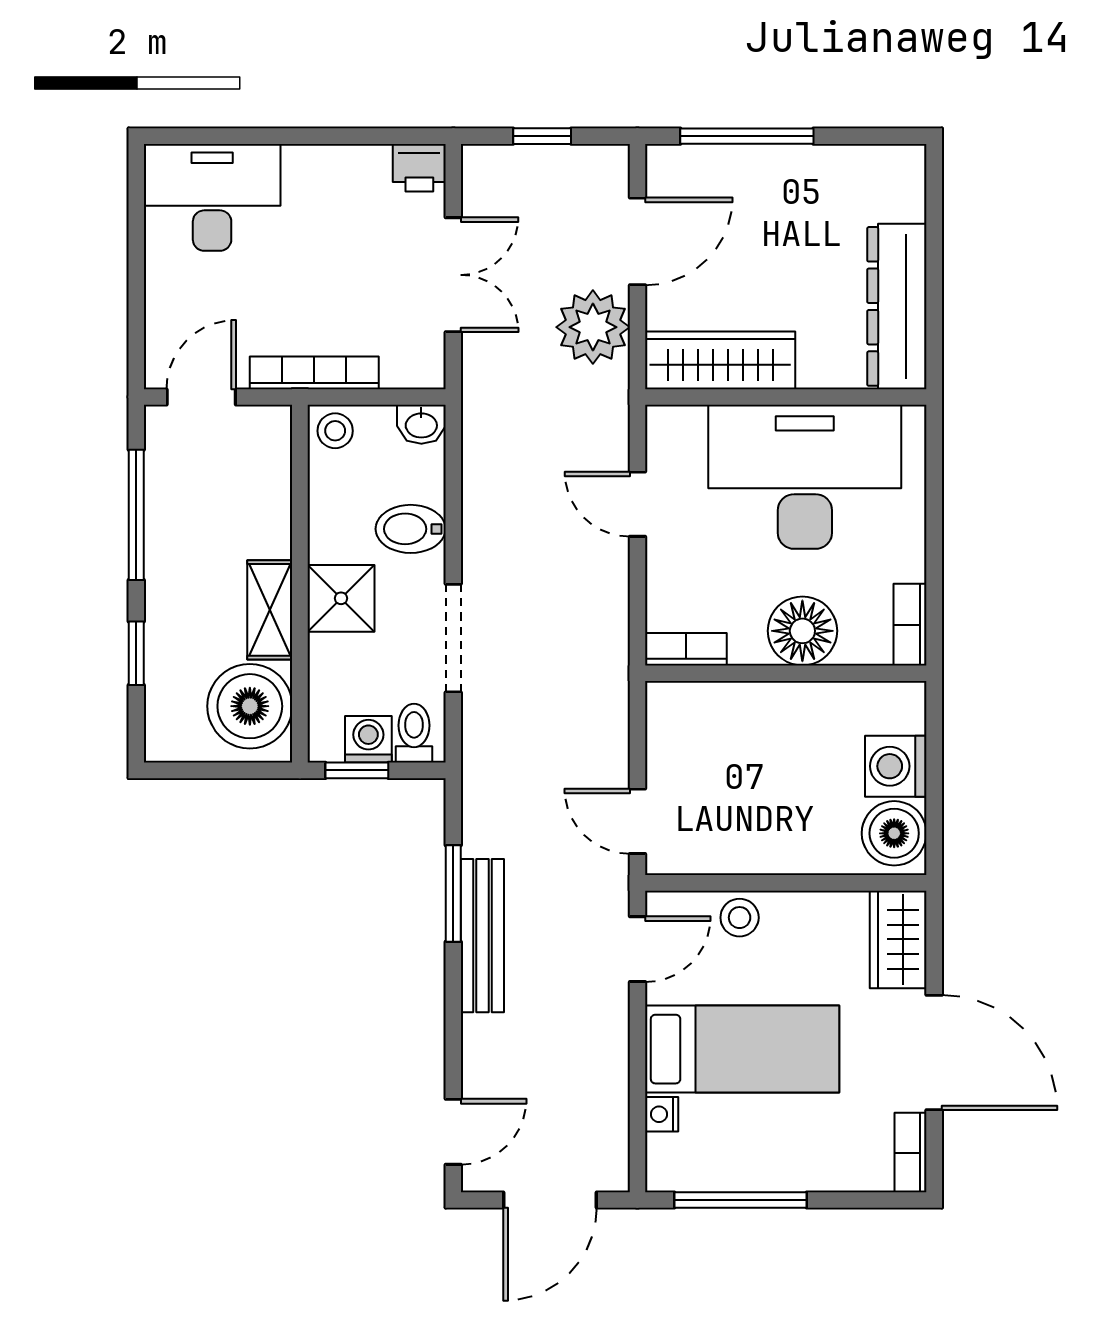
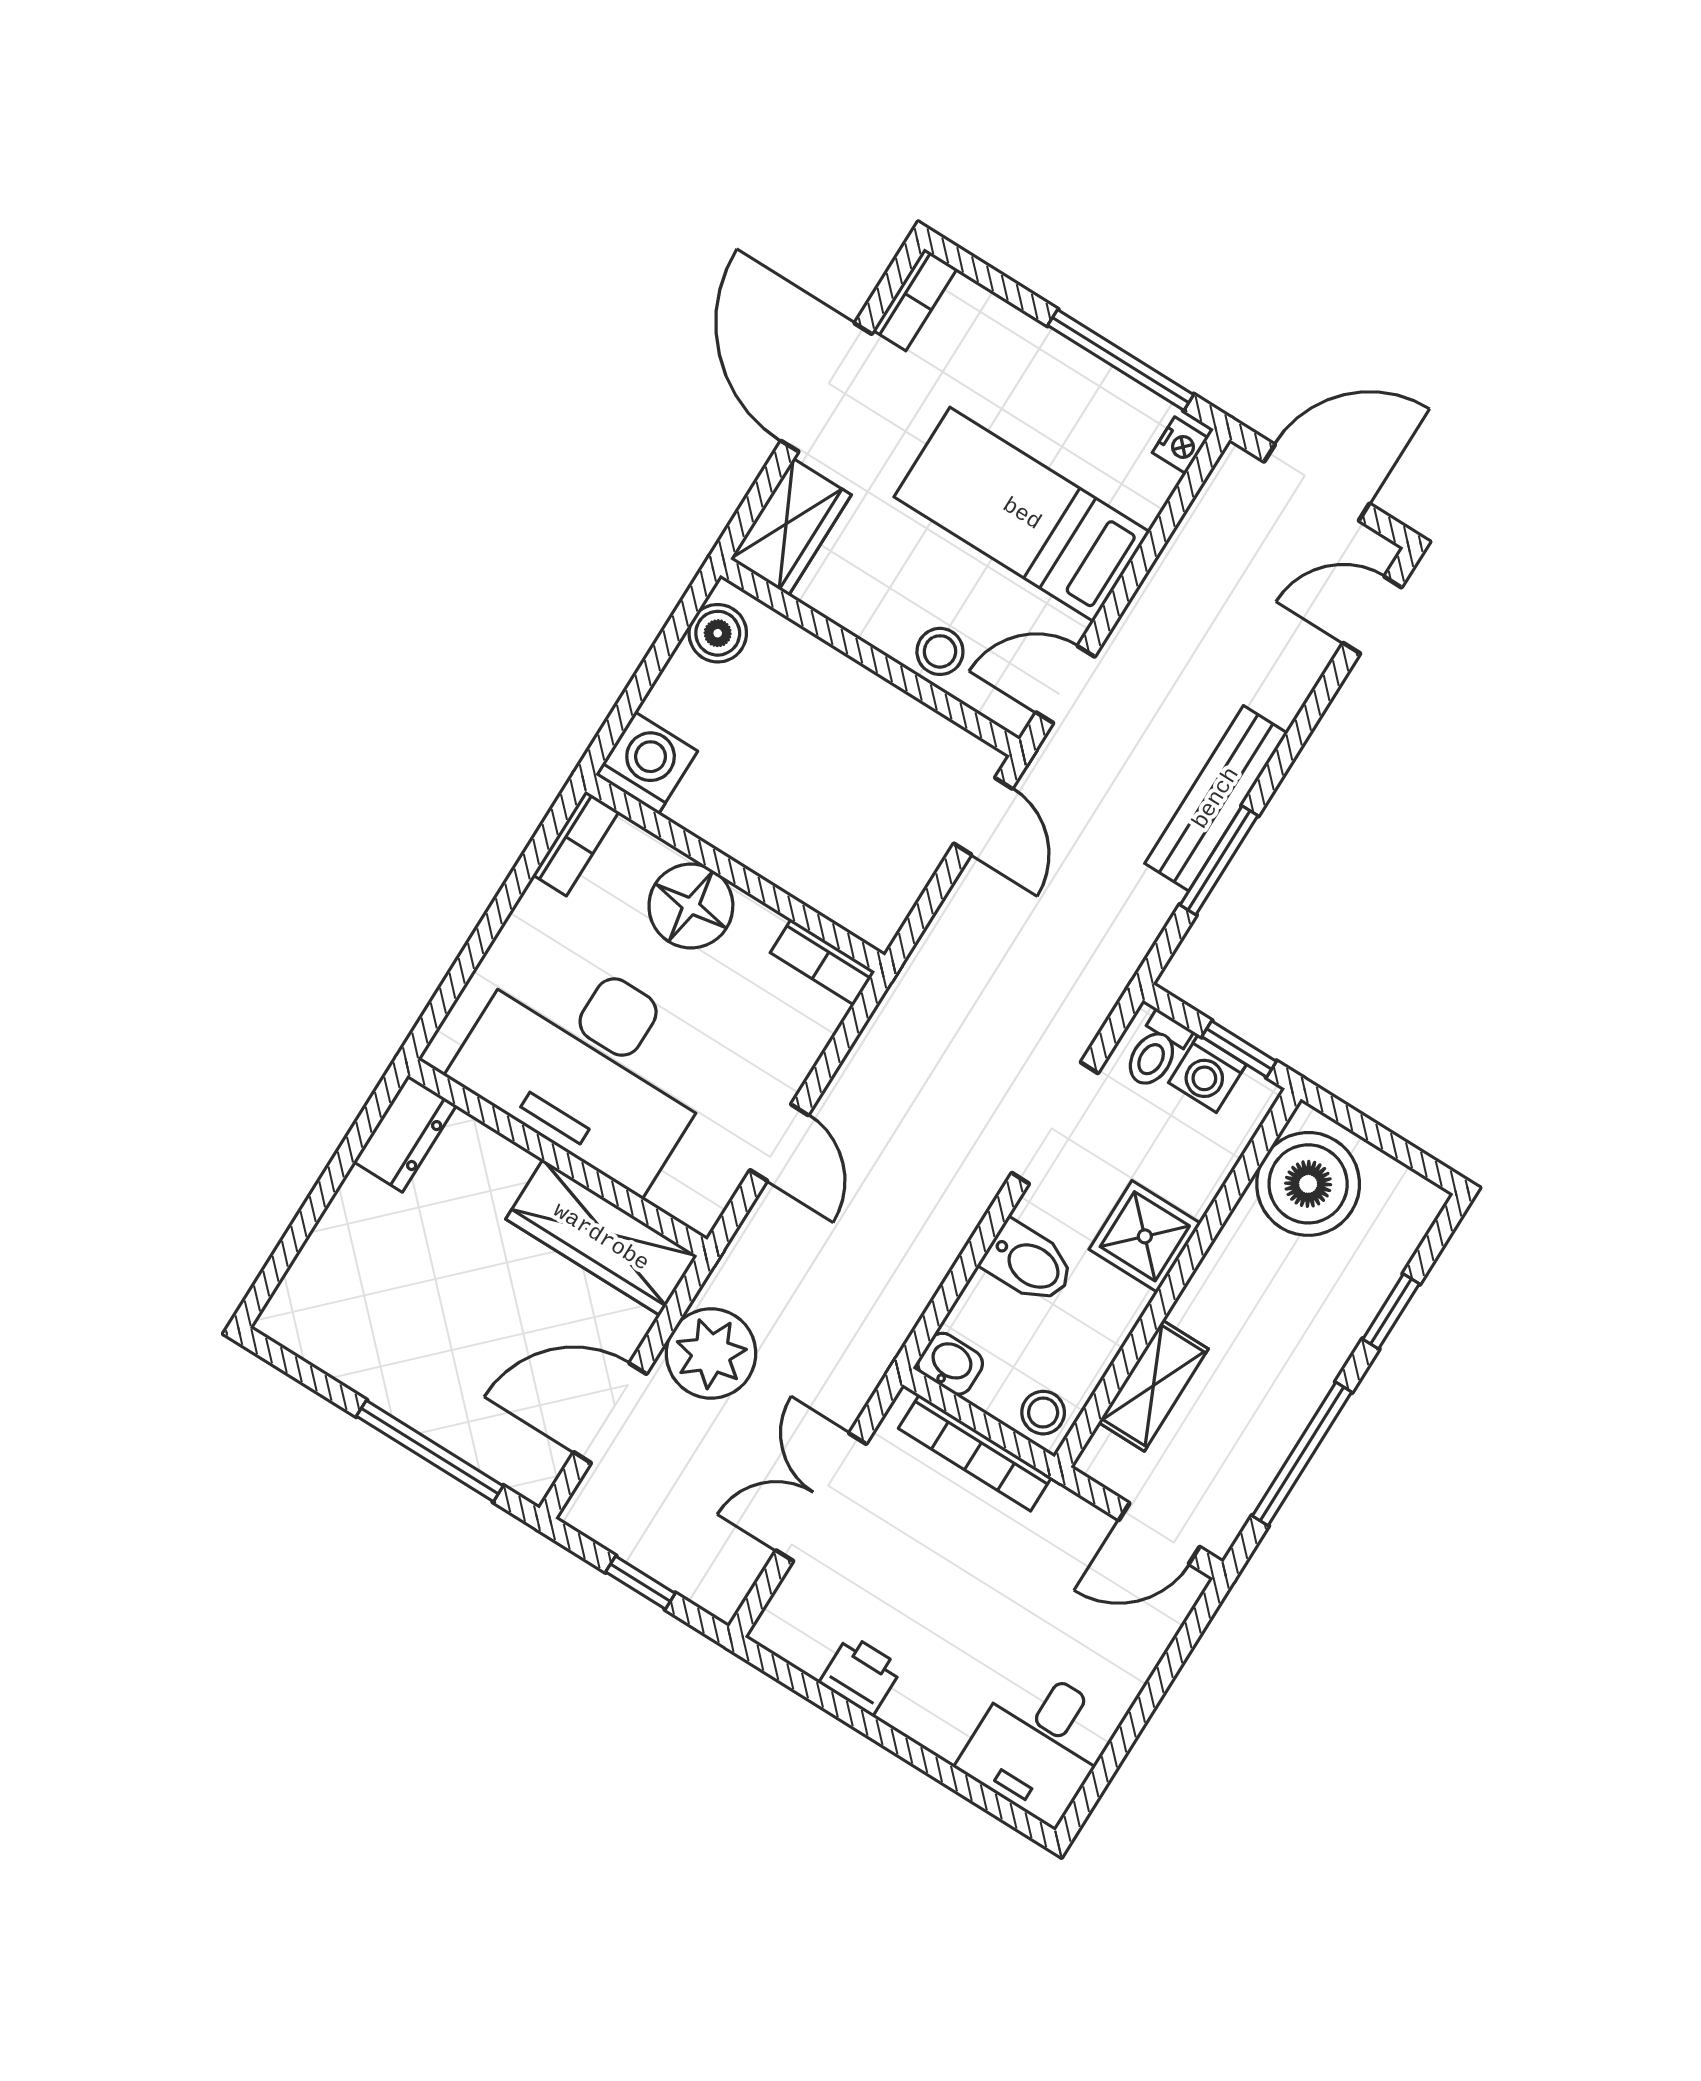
printer: (419, 168) -> (861, 1675), moved
desk: (212, 197) -> (1039, 1744), width x0.73
dresser: (897, 306) -> (405, 1134), width x0.51, depth x0.80
bookcase: (314, 373) -> (975, 1453), moved
shelving: (270, 610) -> (1153, 1386), moved
washing machine: (896, 766) -> (647, 763), moved, turned -90
boiler: (894, 833) -> (718, 633), width x0.73, depth x0.73
nightstand: (662, 1114) -> (1180, 445), moved

